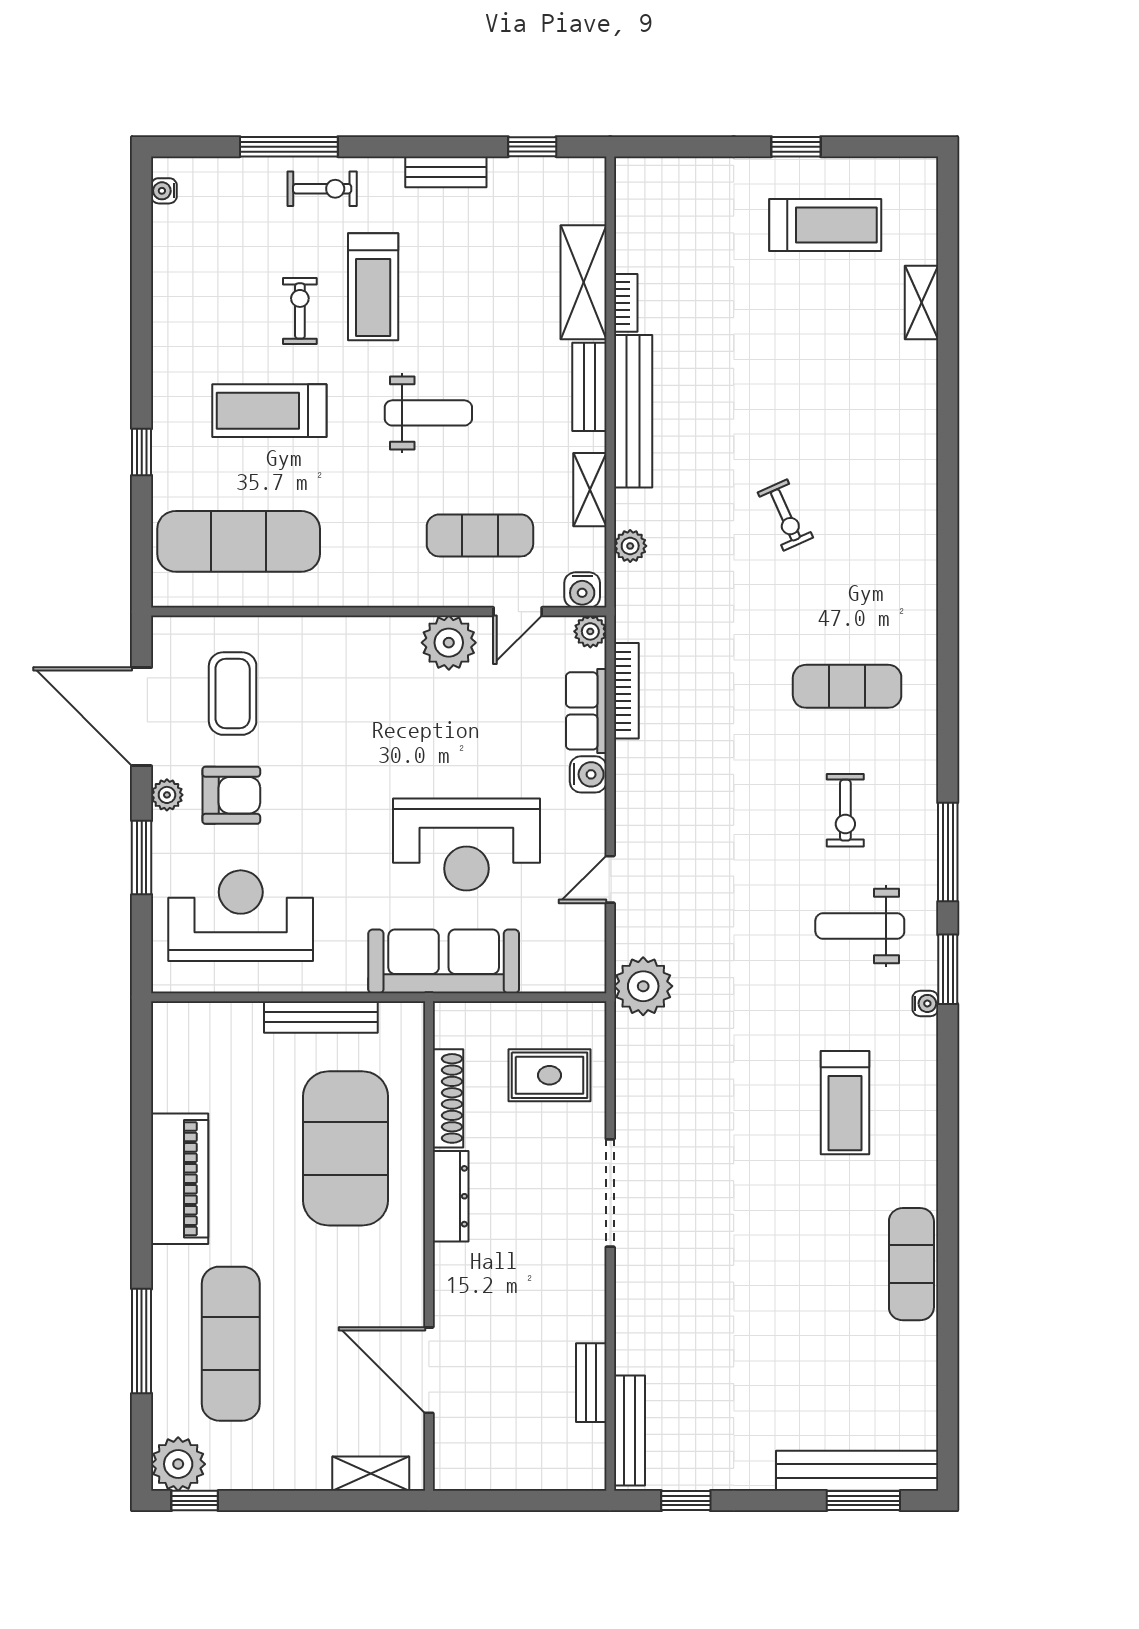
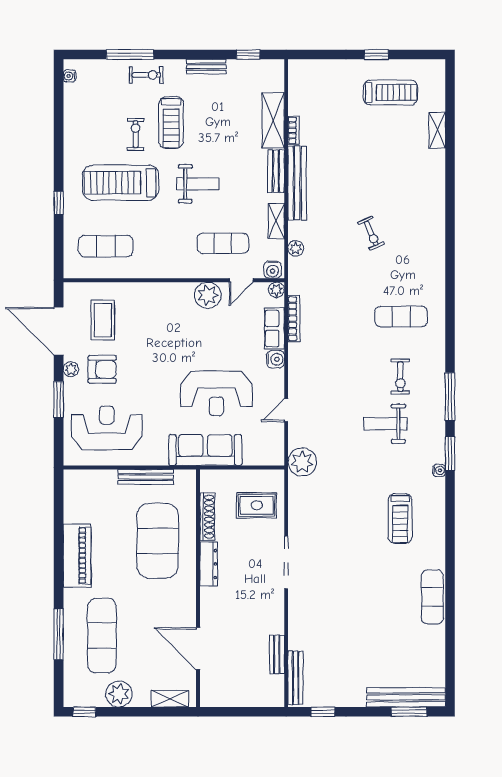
treadmill: (269, 411) -> (121, 183), width x1.37, depth x1.37
exercise mat: (239, 541) -> (106, 246), width x0.73, depth x0.69
weight bench: (860, 926) -> (385, 424), moved
plant: (178, 1464) -> (119, 694), moved

